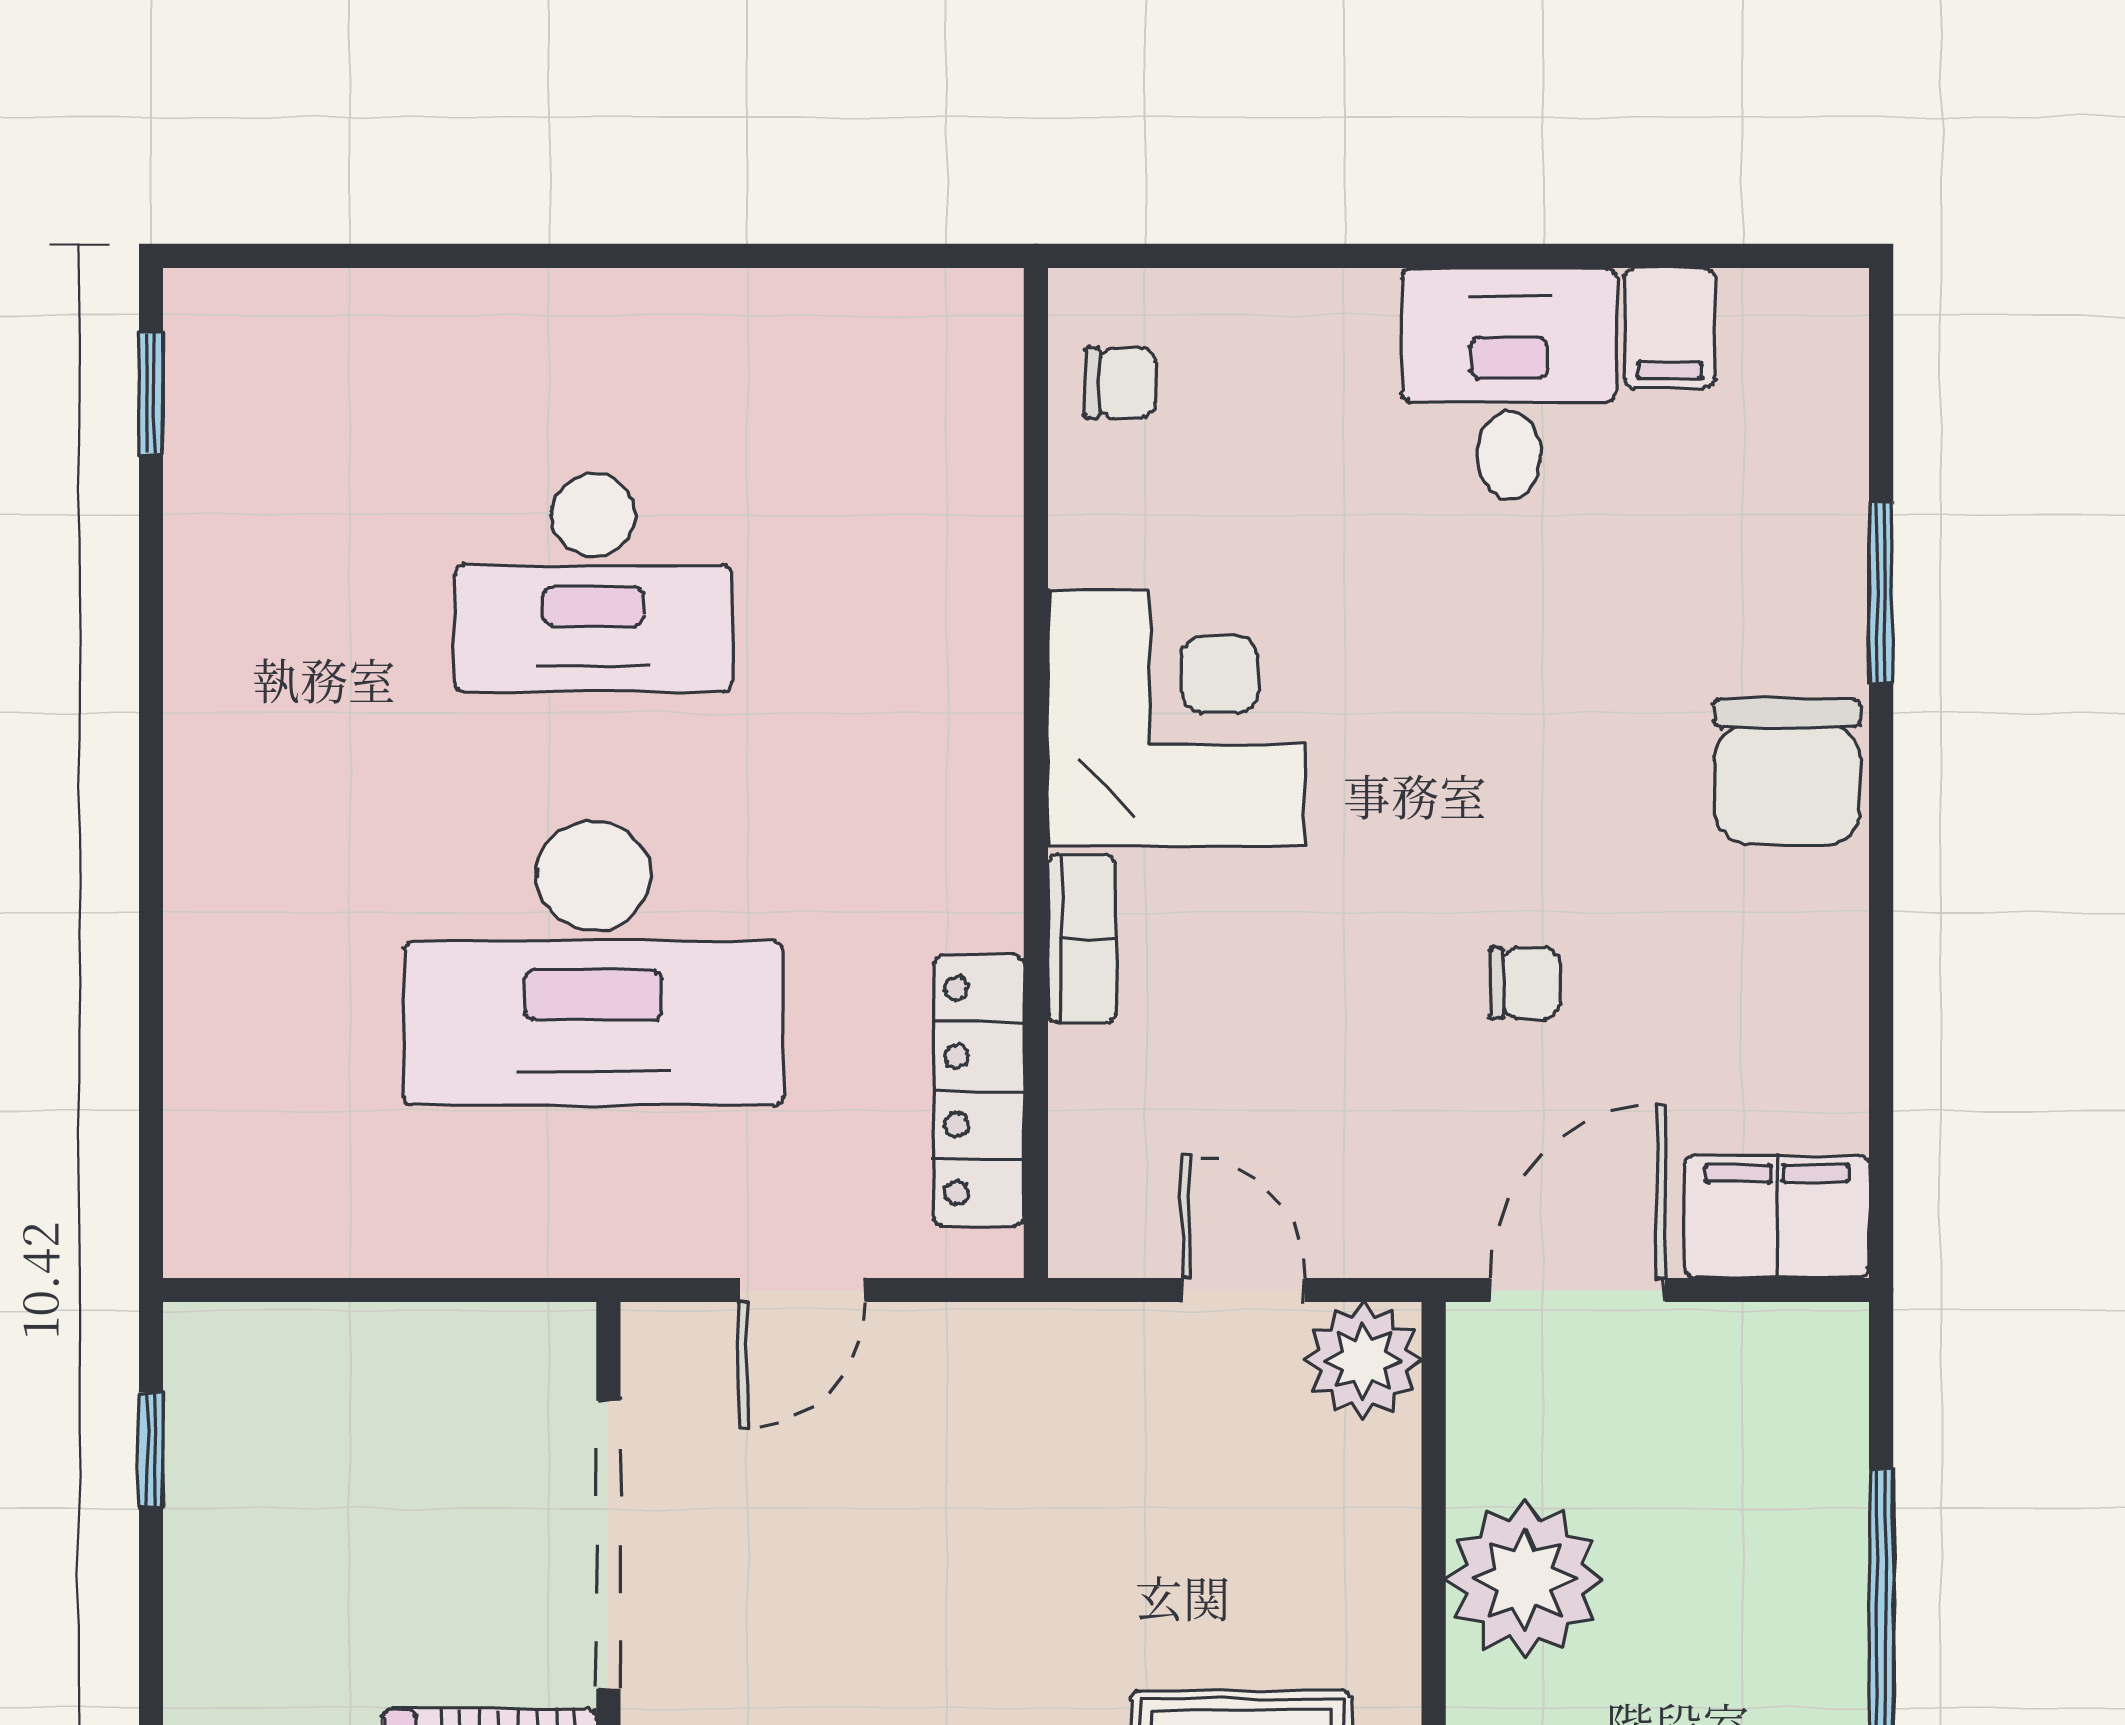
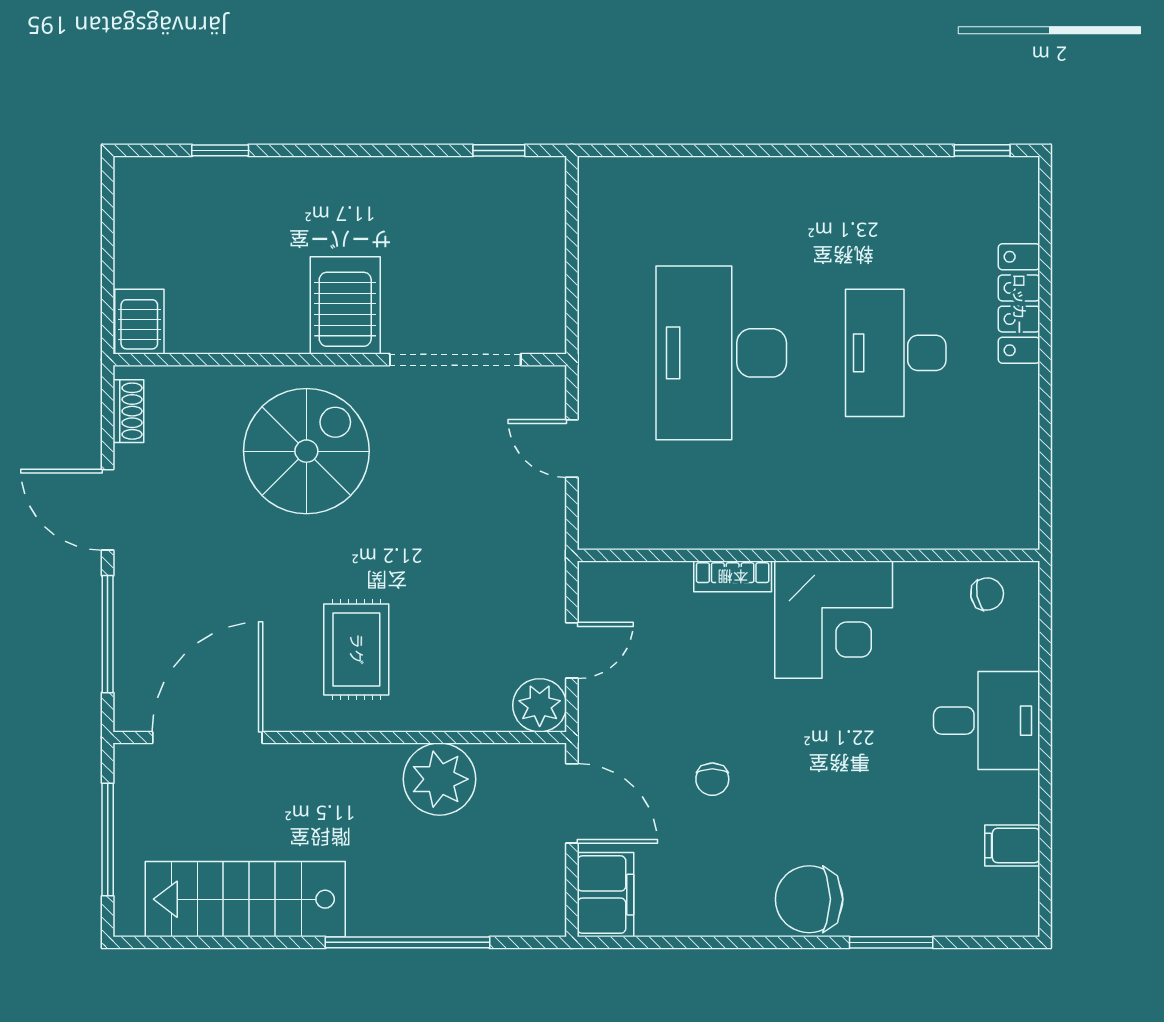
chair: (1120, 383) -> (987, 594), turned -101
desk: (1509, 384) -> (987, 721), moved
locker: (979, 1091) -> (1019, 304), moved, turned -90

